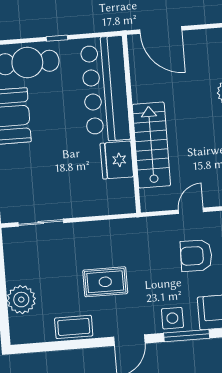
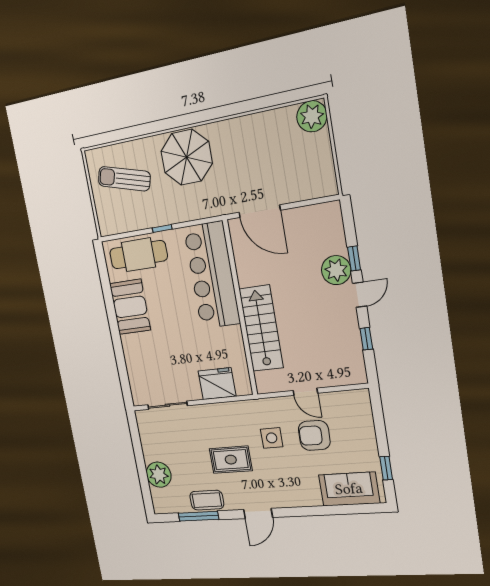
fridge: (117, 160) -> (217, 384), moved, turned 90
door: (191, 211) -> (305, 392), swing flipped
side table: (172, 318) -> (272, 438), moved
window: (187, 336) -> (198, 516), moved

